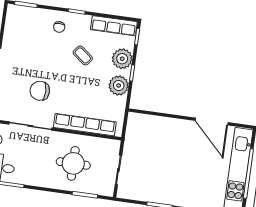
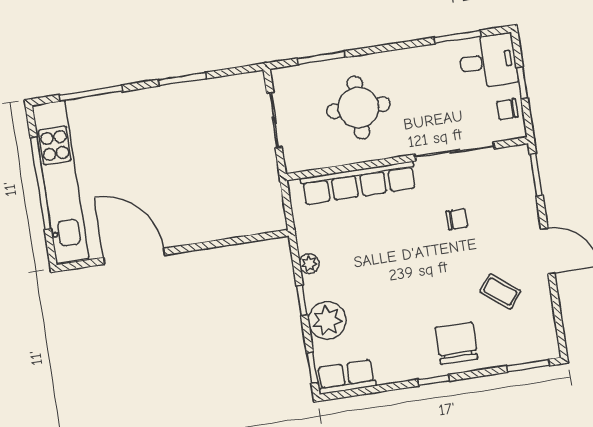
row of seats: (114, 26) -> (346, 377), width x0.68
chair: (59, 27) -> (456, 343), width x1.87, depth x1.87
coffee table: (83, 55) -> (500, 291), moved
plant: (119, 85) -> (309, 264), width x0.53, depth x0.53
chair: (40, 91) -> (457, 219), width x0.54, depth x0.54

